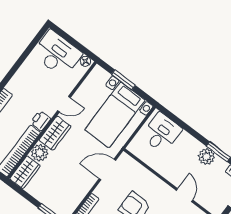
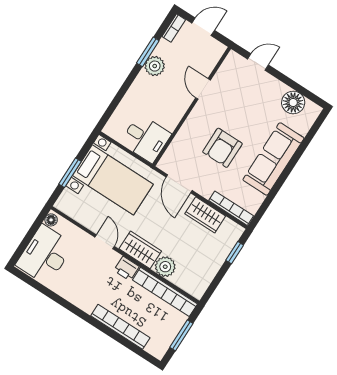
desk: (162, 133) -> (146, 138), moved, turned 180
wardrobe: (25, 172) -> (205, 215), moved, turned 180
door: (184, 195) -> (203, 89), hinge flipped

